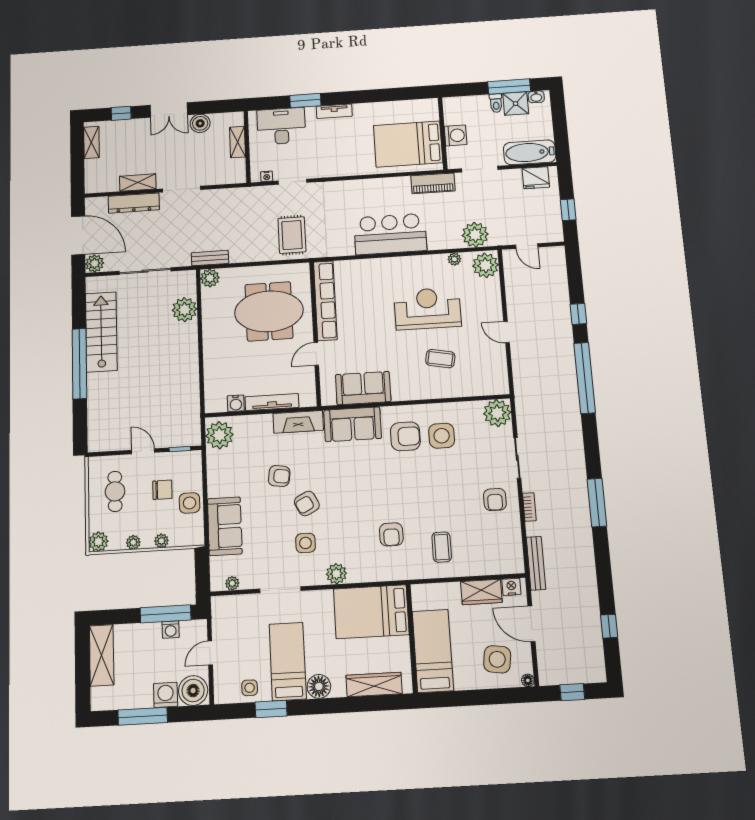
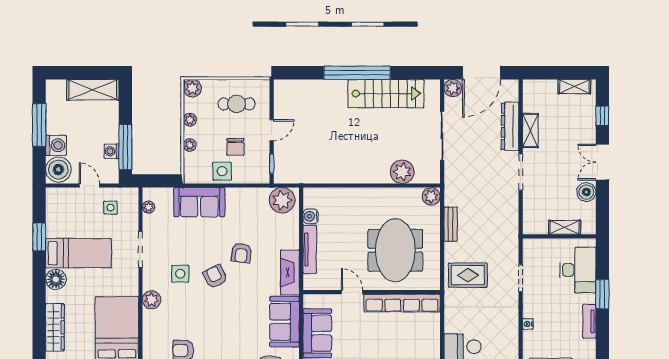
nightstand: (267, 176) -> (528, 324), moved
bench: (210, 258) -> (451, 224), moved
side table: (250, 688) -> (111, 208), moved

